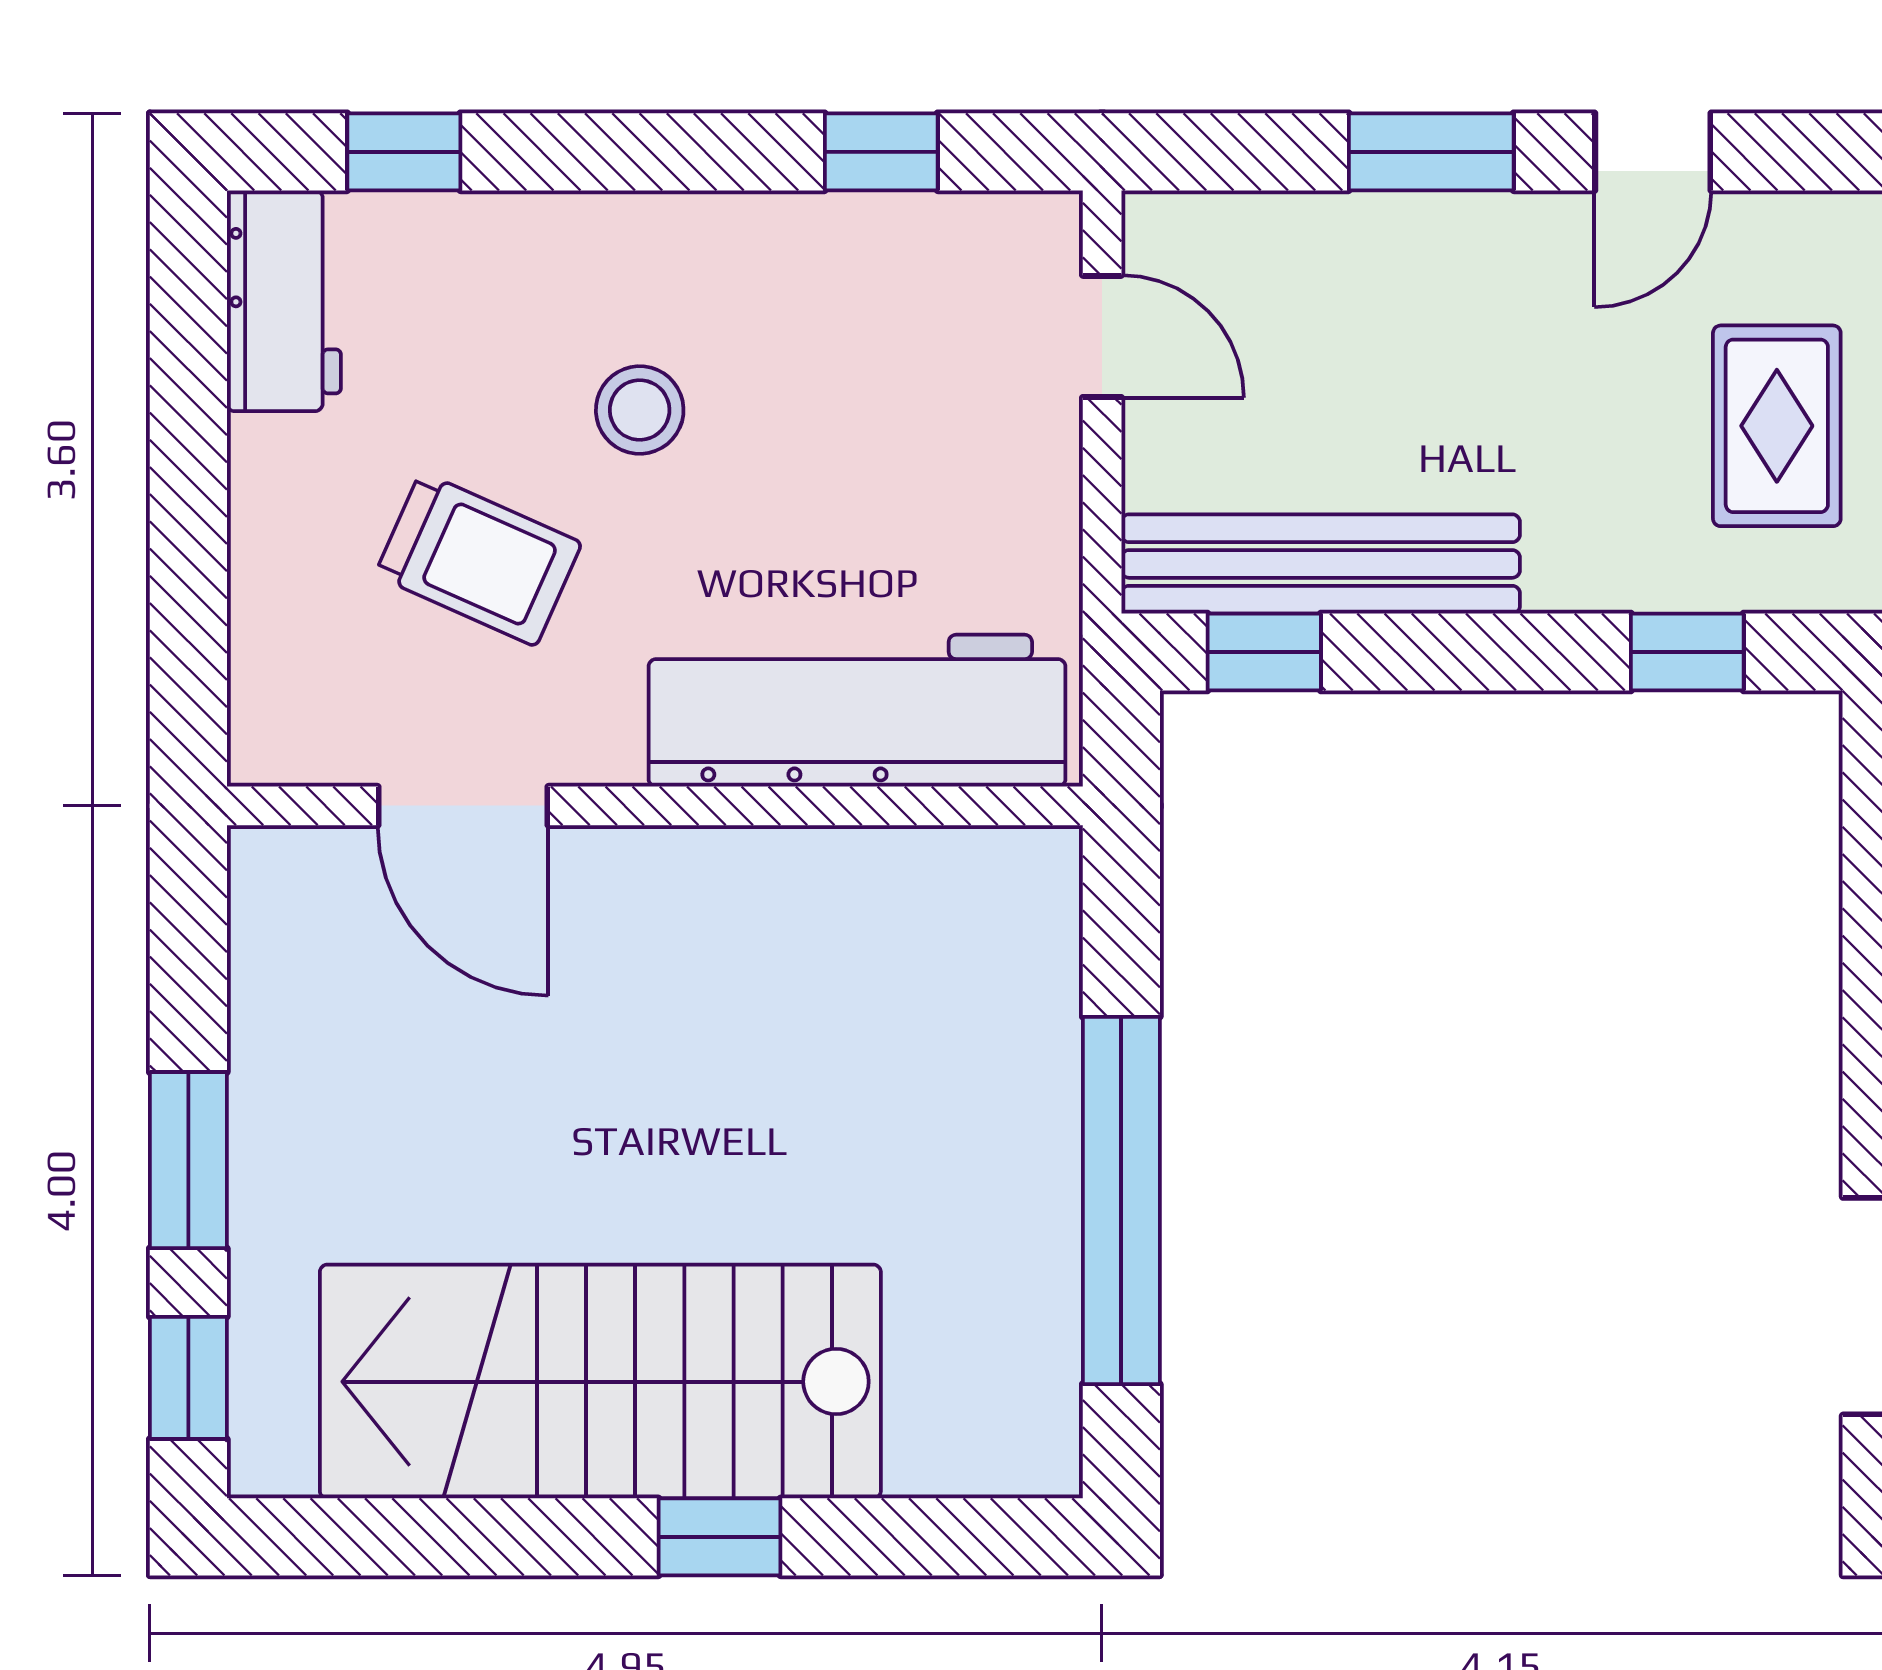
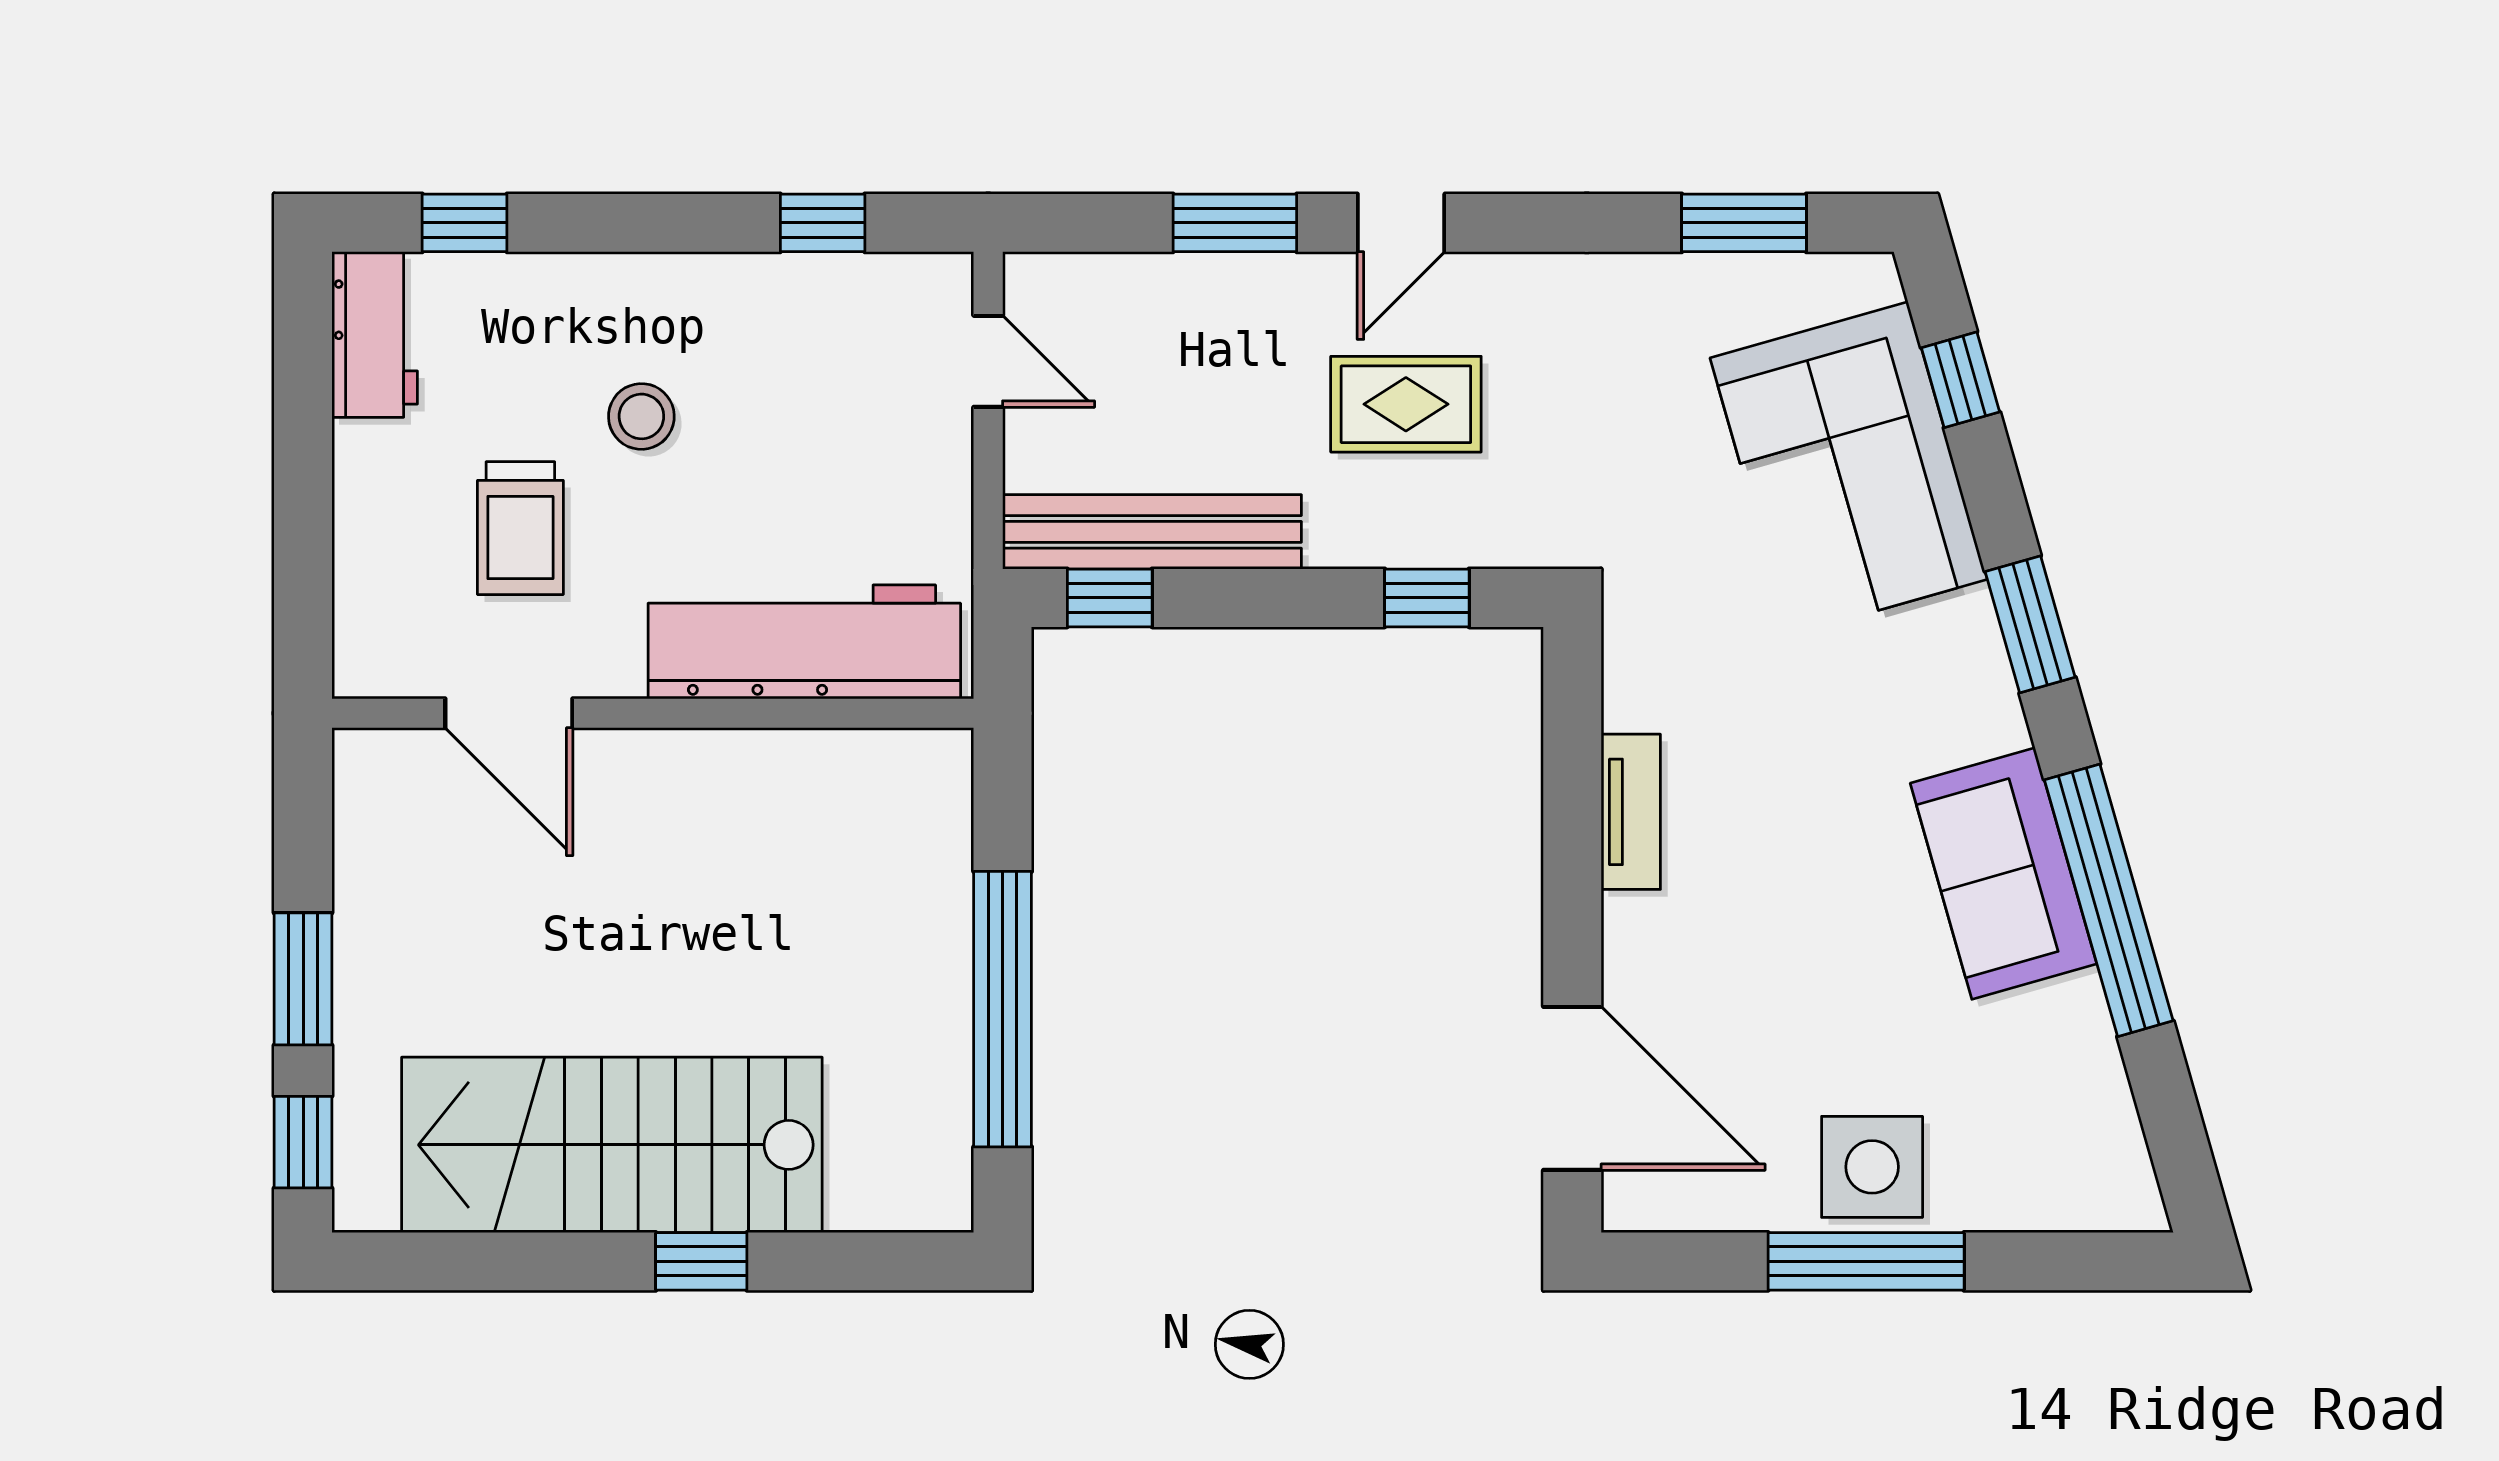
rug: (1777, 426) -> (1406, 404), moved, turned 90
trolley: (478, 559) -> (520, 528), turned 66

